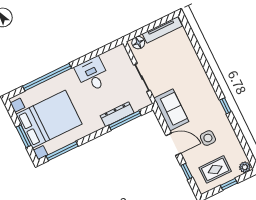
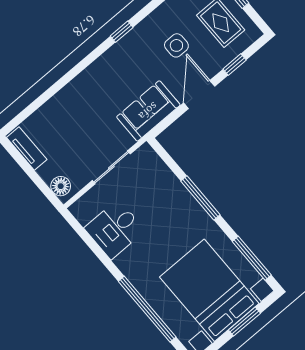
tv unit: (162, 30) -> (27, 148), width x0.71
desk: (92, 75) -> (115, 229), moved
dresser: (117, 114) -> (176, 190), removed
window: (125, 120) -> (200, 198), moved

